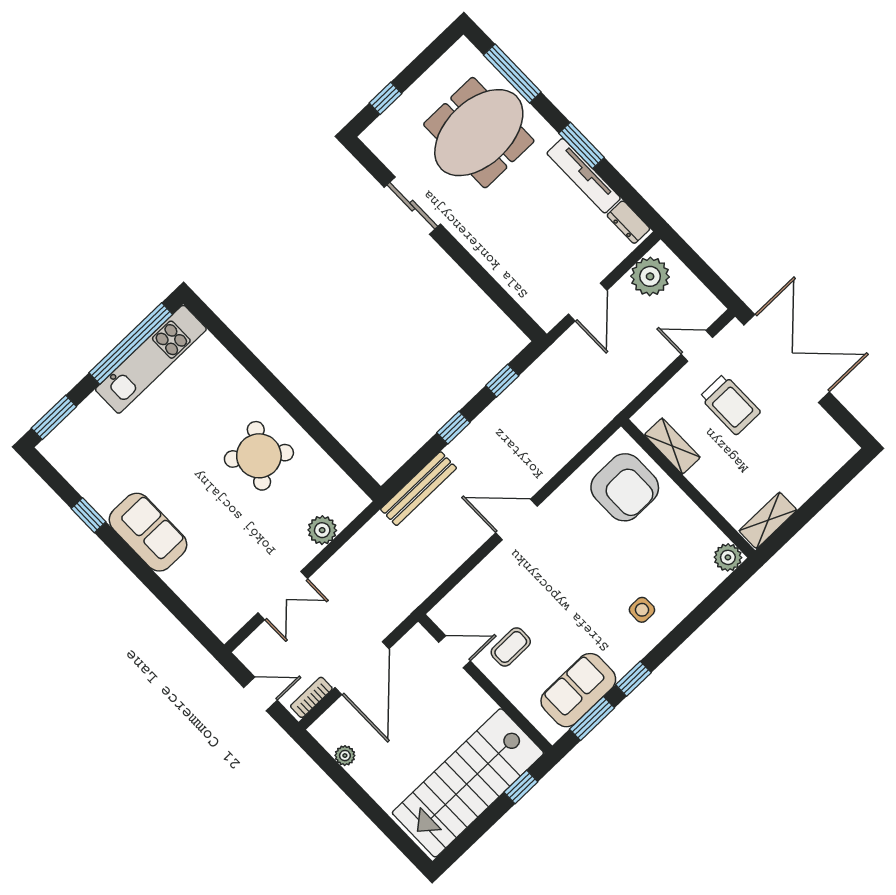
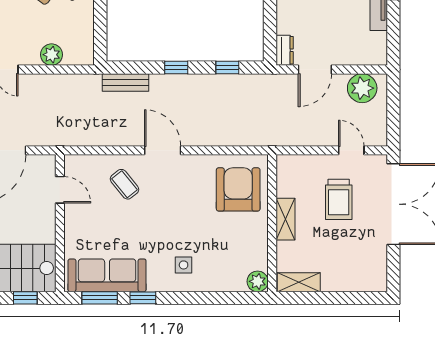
dresser: (628, 222) -> (285, 50), moved, turned 180
shelving: (672, 446) -> (286, 219), moved
armchair: (625, 487) -> (238, 189), turned 180
bench: (419, 489) -> (126, 82), width x0.73
coffee table: (511, 647) -> (124, 184), moved, turned 51
sofa: (578, 690) -> (107, 275), width x1.36

